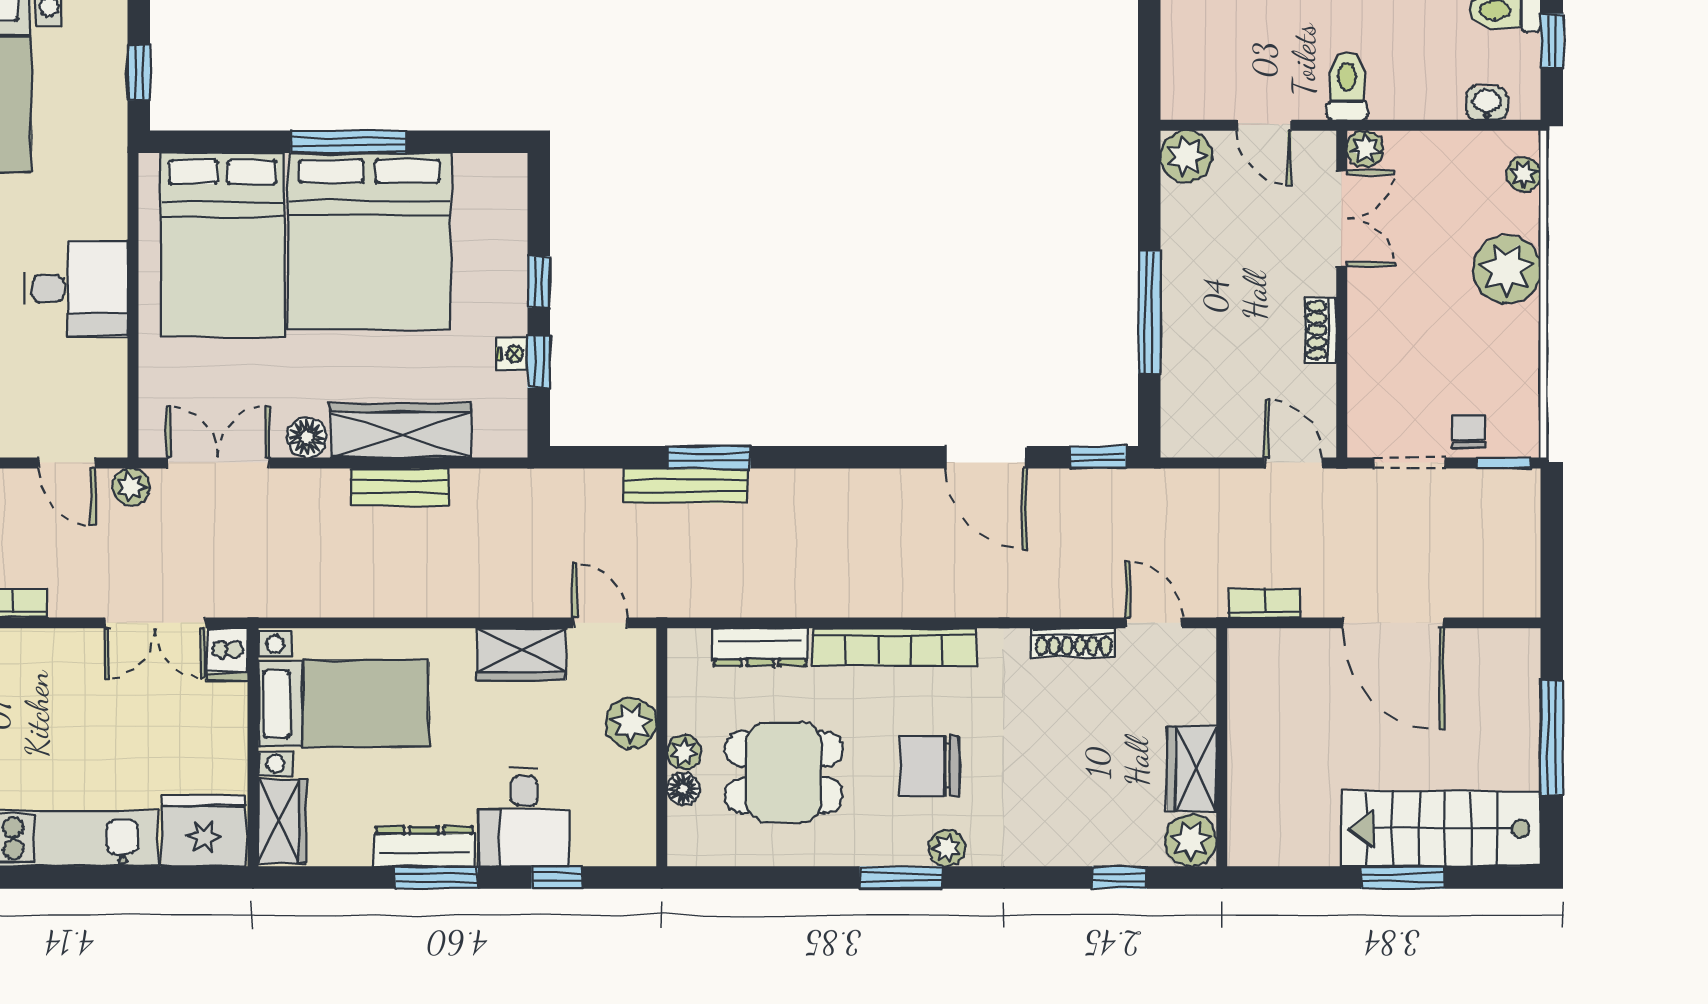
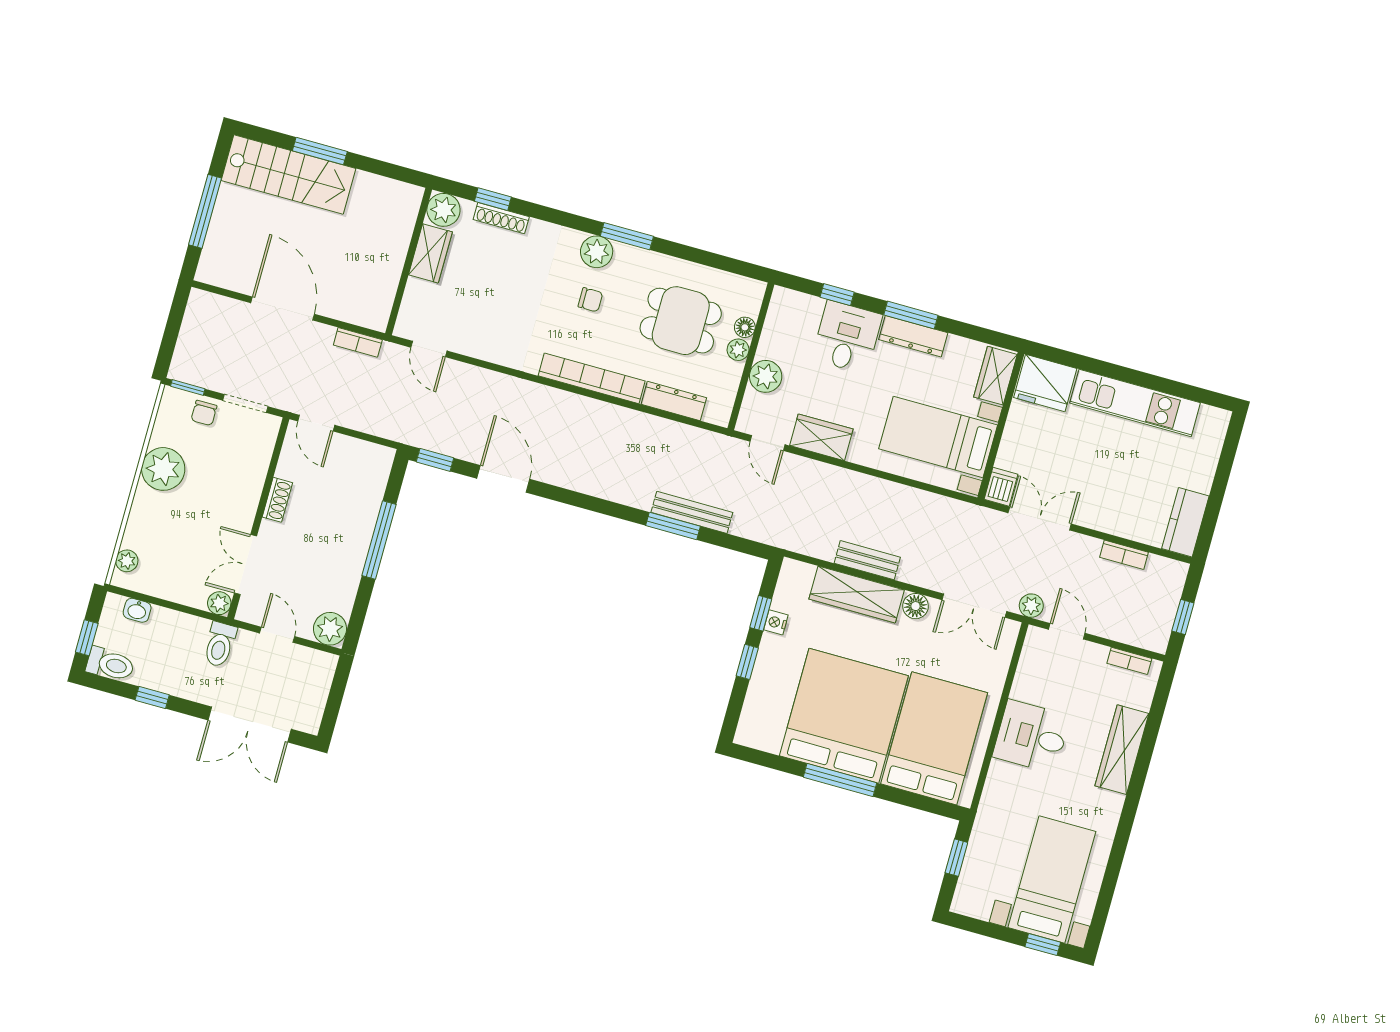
plant: (1507, 269) -> (163, 469), moved
shoe rack: (1074, 643) -> (501, 218), moved, turned 180
chair: (929, 766) -> (590, 300), width x0.54, depth x0.54
plant: (947, 848) -> (597, 252), width x1.38, depth x1.38

